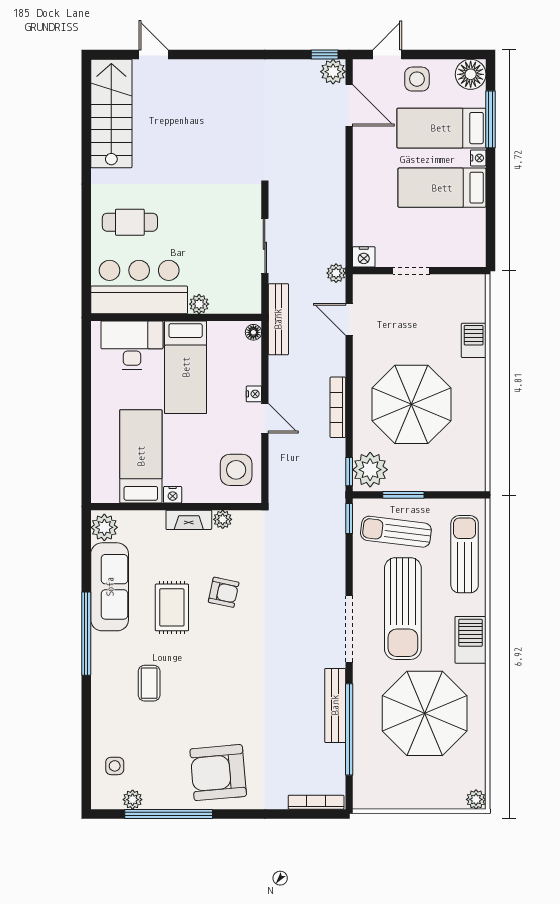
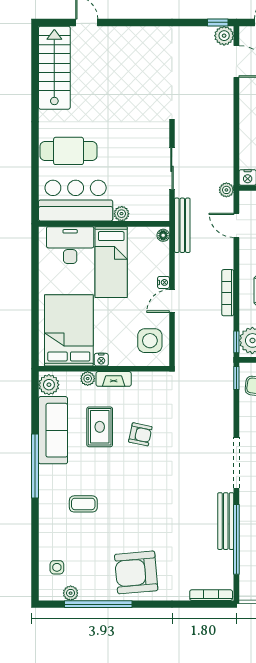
cafe table: (130, 222) -> (69, 151), width x1.37, depth x1.35
door: (265, 418) -> (172, 301), swing flipped
bed: (141, 456) -> (69, 330), width x1.50
plant: (223, 519) -> (88, 379), moved
rug: (172, 607) -> (100, 427), moved
coffee table: (149, 683) -> (83, 504), turned 90

